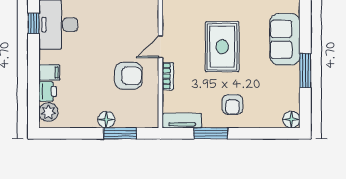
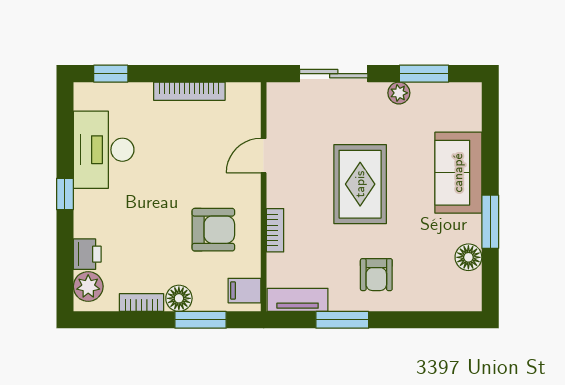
window: (34, 23) -> (65, 194), moved
door: (160, 47) -> (264, 156), moved
filing cabinet: (49, 72) -> (244, 291), moved, turned 180
floor lamp: (291, 119) -> (468, 257), moved
bookcase: (82, 122) -> (141, 303), added

